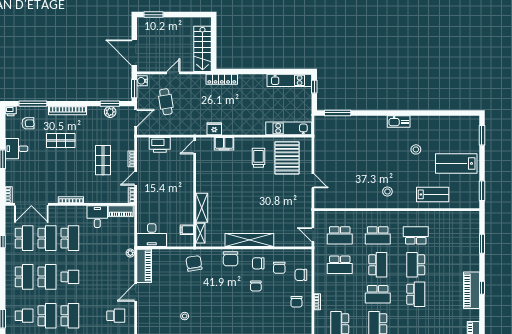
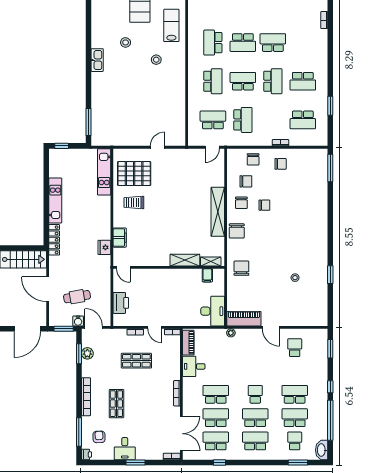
door: (173, 73) -> (48, 289), width x1.88
kitchen unit: (289, 80) -> (55, 200), moved
water cooler: (142, 81) -> (78, 321), moved
stool: (387, 192) -> (156, 60), moved
school desk: (340, 235) -> (213, 120), turned -90
chair: (231, 259) -> (237, 231), turned 90
chair: (194, 263) -> (241, 268), turned 99

